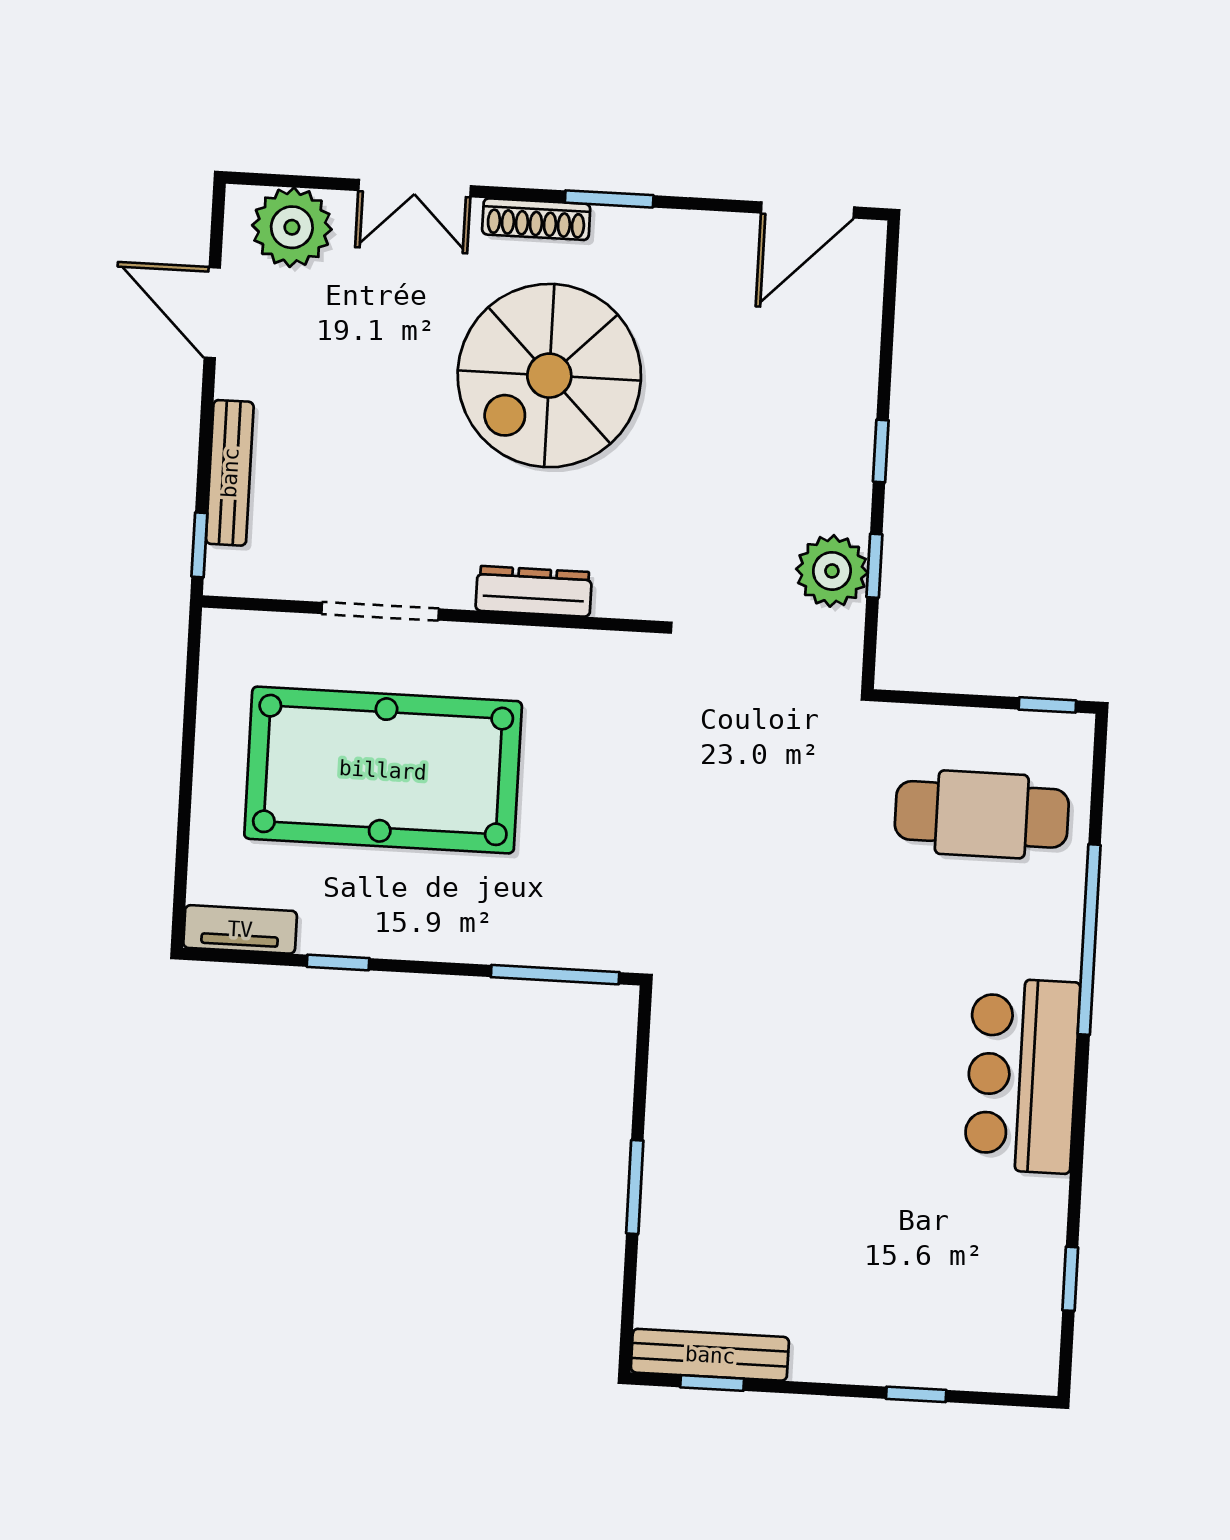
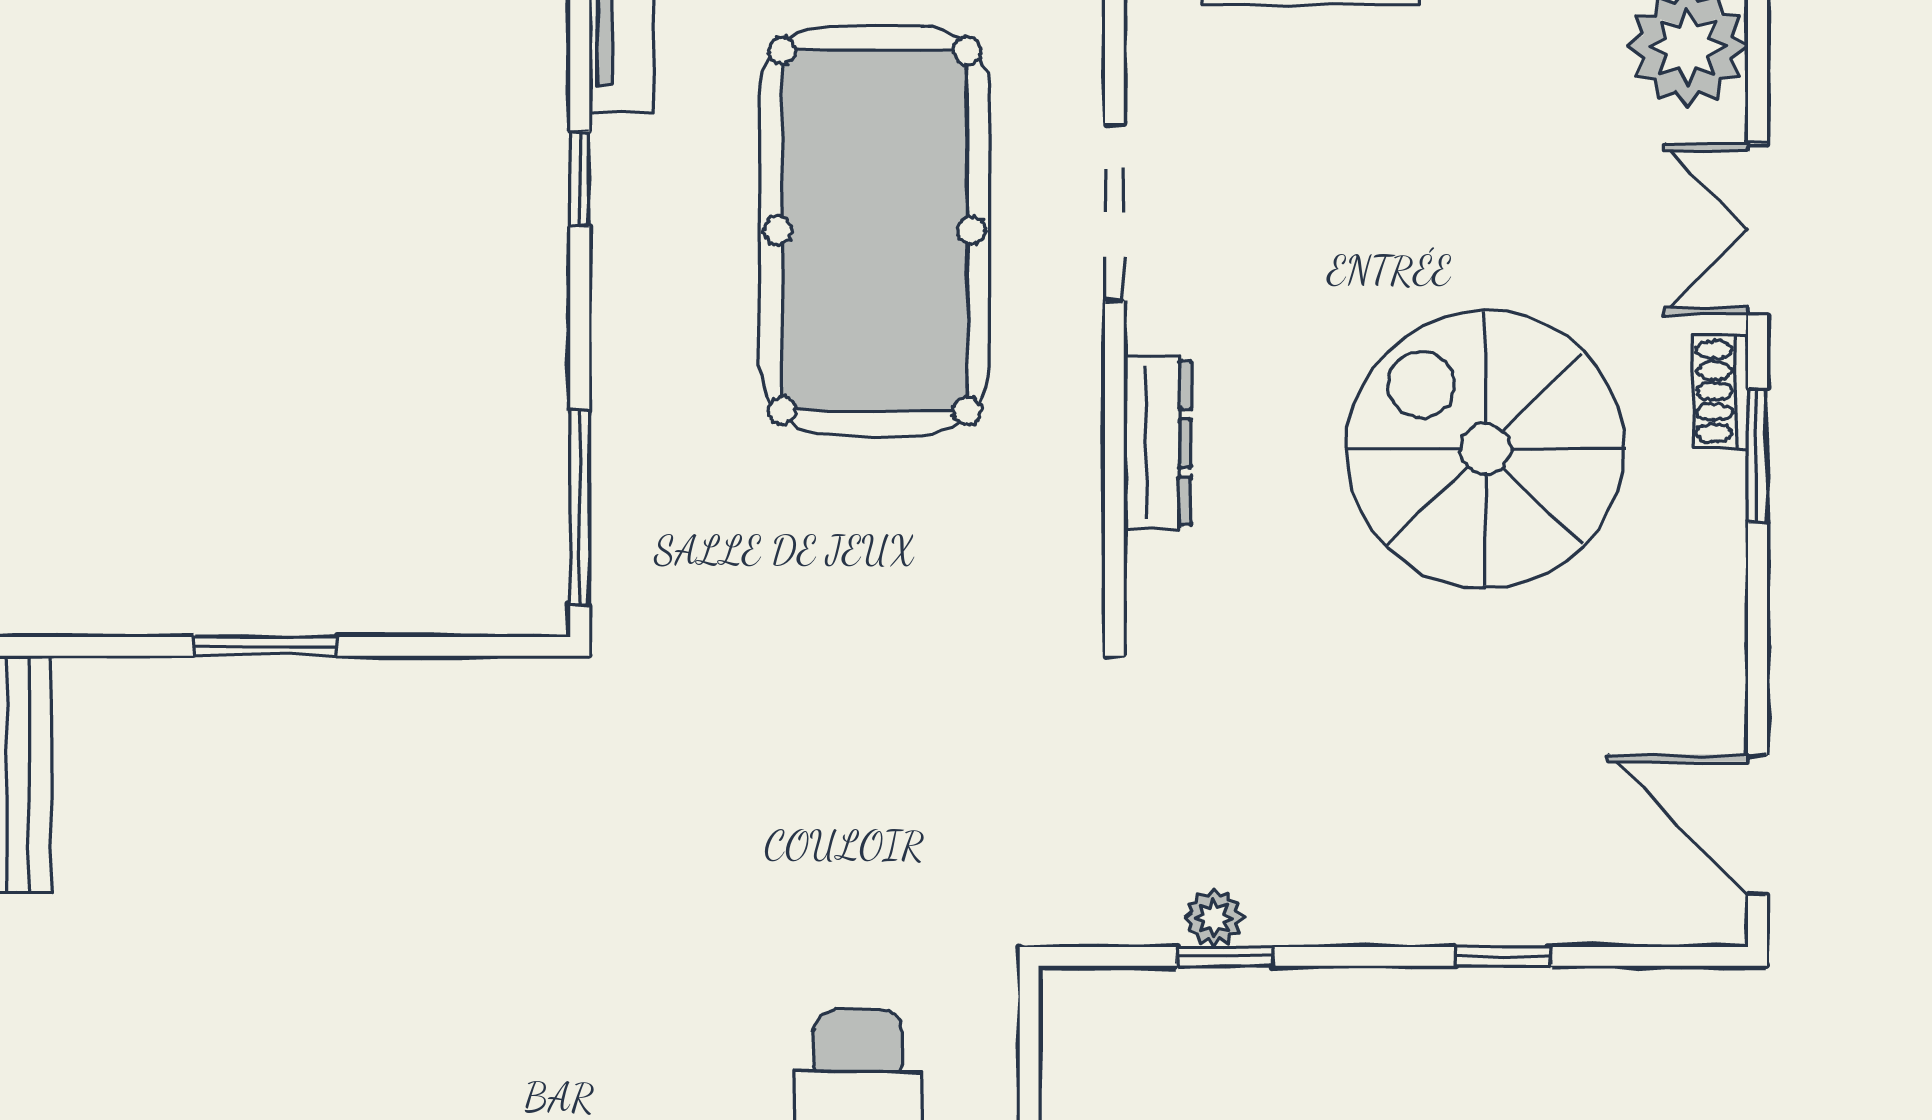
window: (609, 199) -> (1757, 456), moved
shoe rack: (536, 219) -> (1721, 391), width x0.70
window: (881, 451) -> (1503, 956), moved
plant: (832, 571) -> (1214, 918), width x0.53, depth x0.53

